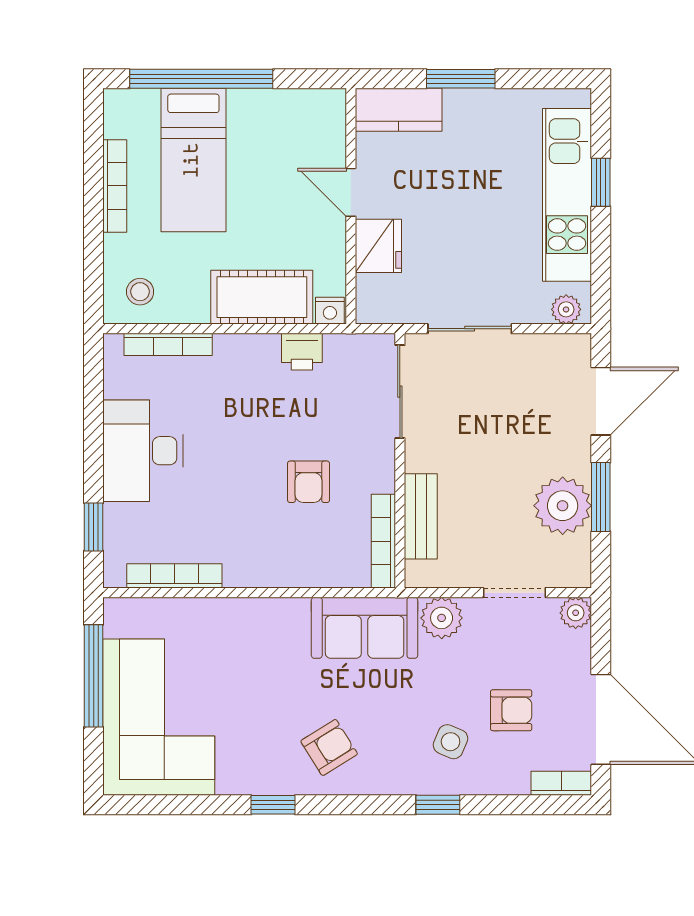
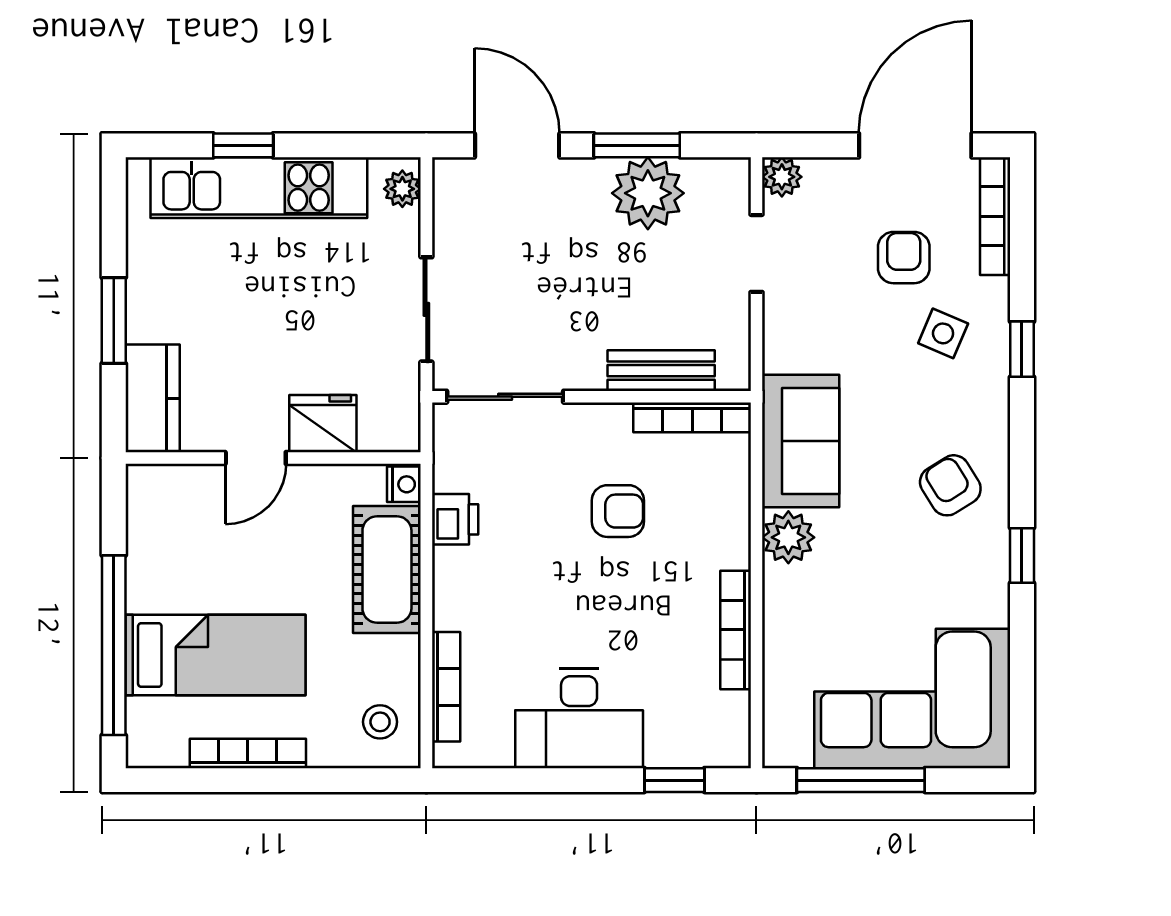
bookcase: (174, 576) -> (736, 630), moved
plant: (442, 618) -> (788, 537), moved
bookcase: (561, 783) -> (995, 216), width x1.56

